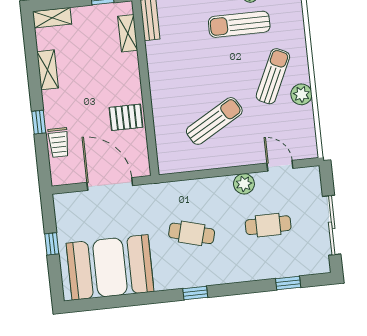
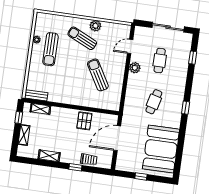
shelving: (52, 18) -> (24, 135), moved

